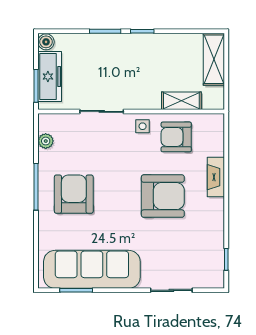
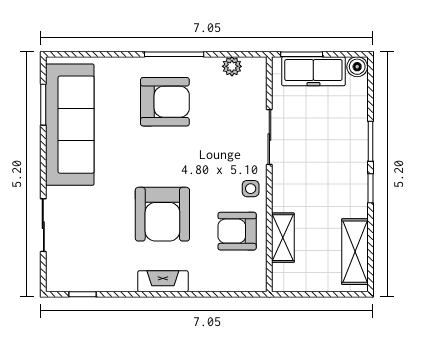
shelving: (214, 59) -> (355, 252), moved, turned 90
armchair: (176, 137) -> (237, 231), turned -90
fireplace: (216, 177) -> (163, 281), moved

